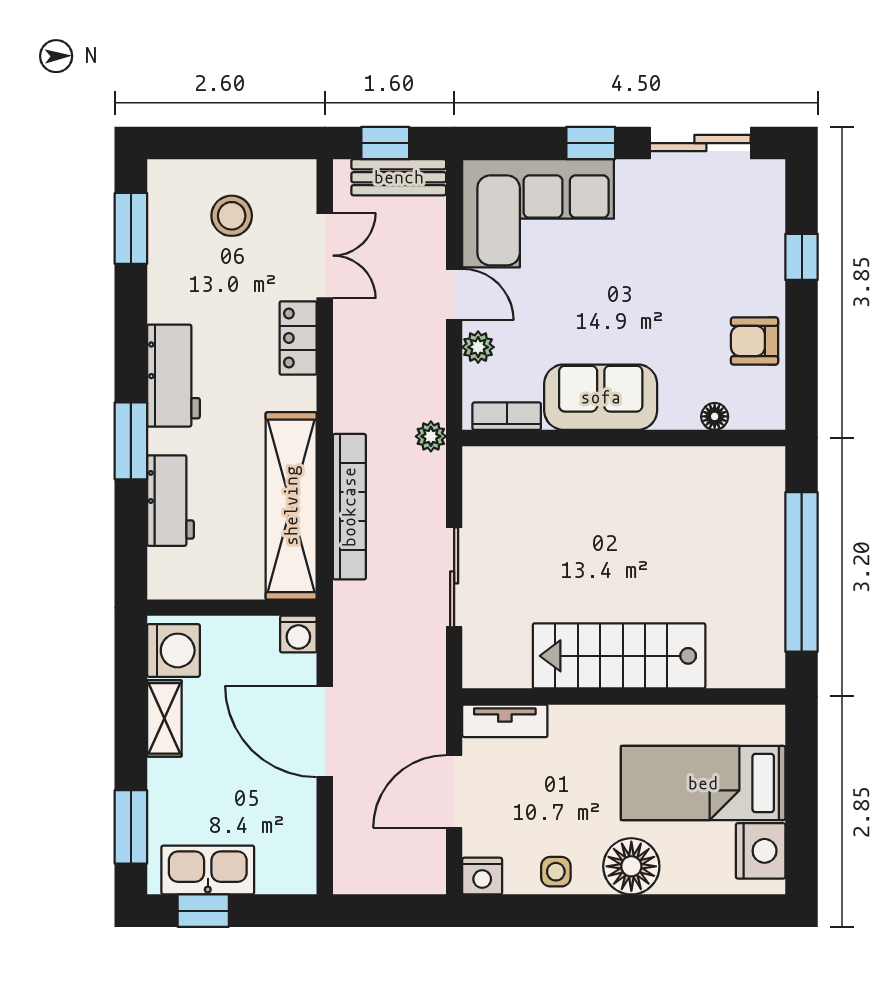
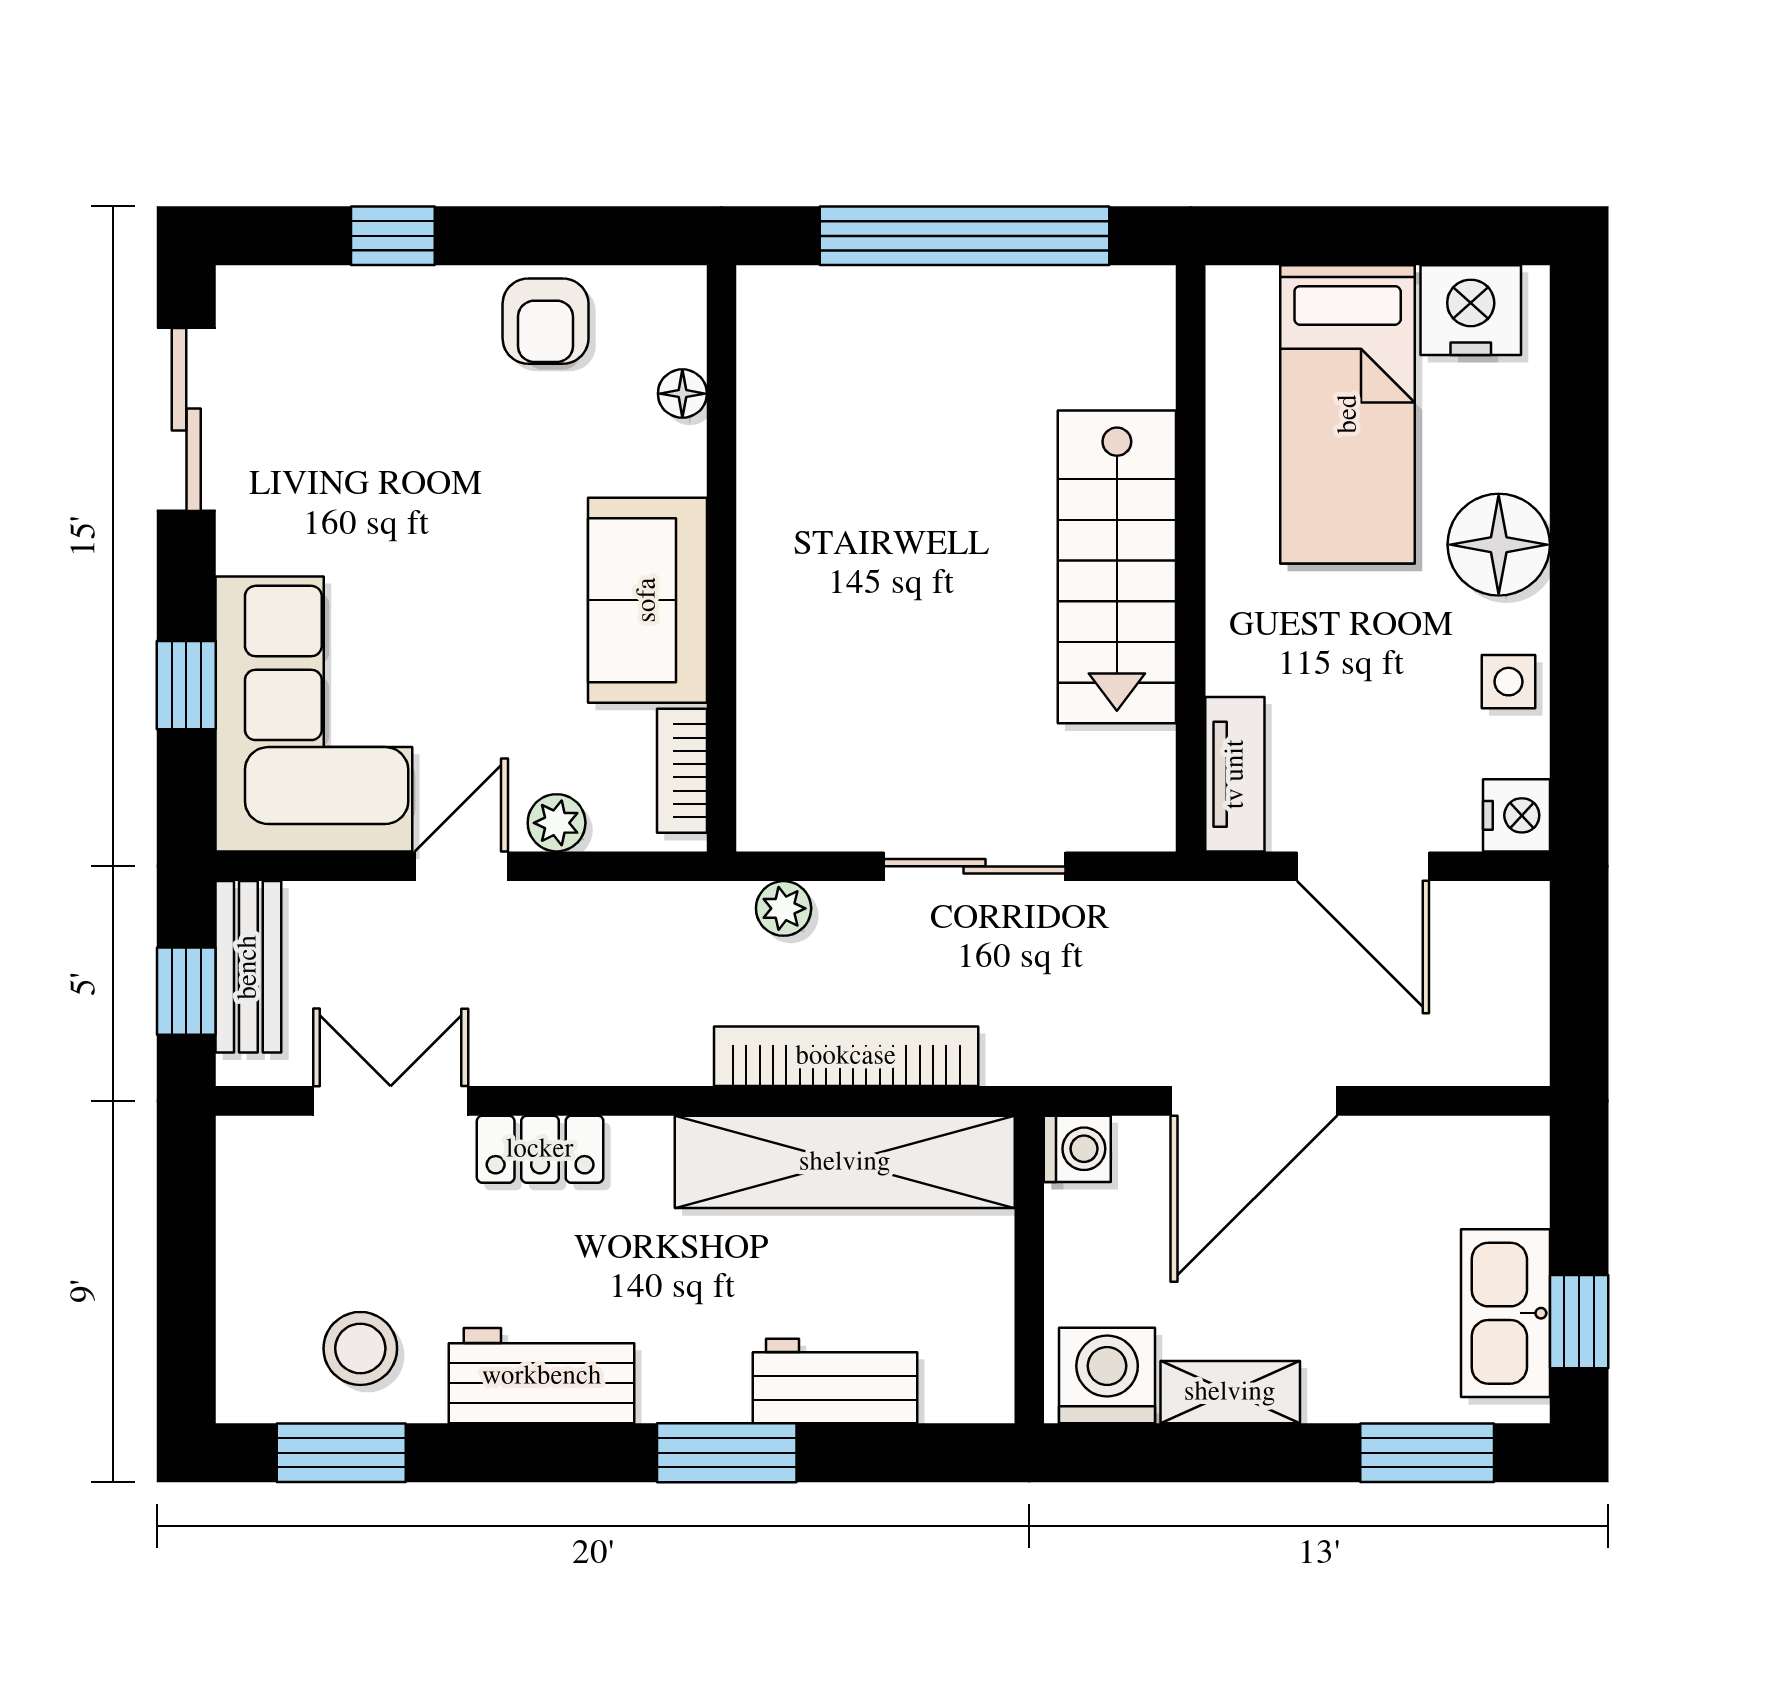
window: (591, 143) -> (186, 685), moved
stool: (232, 216) -> (360, 1348), moved
workbench: (173, 376) -> (542, 1376), moved
plant: (431, 436) -> (784, 908), moved

